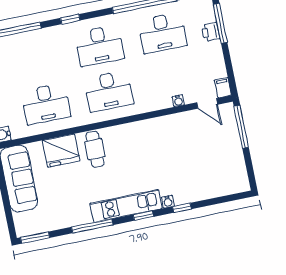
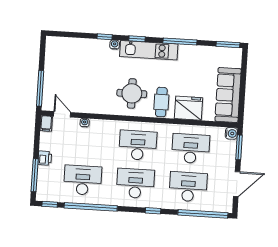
printer: (211, 32) -> (45, 158), moved
desk: (37, 58) -> (188, 187), added
round table: (132, 150) -> (132, 93), added

